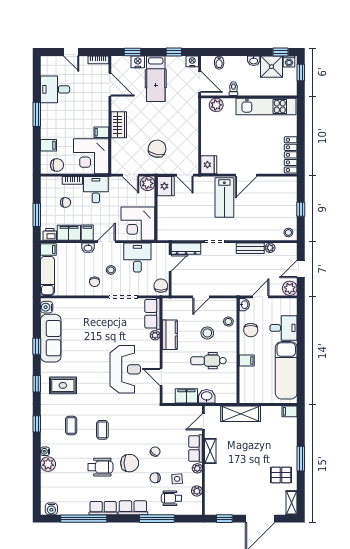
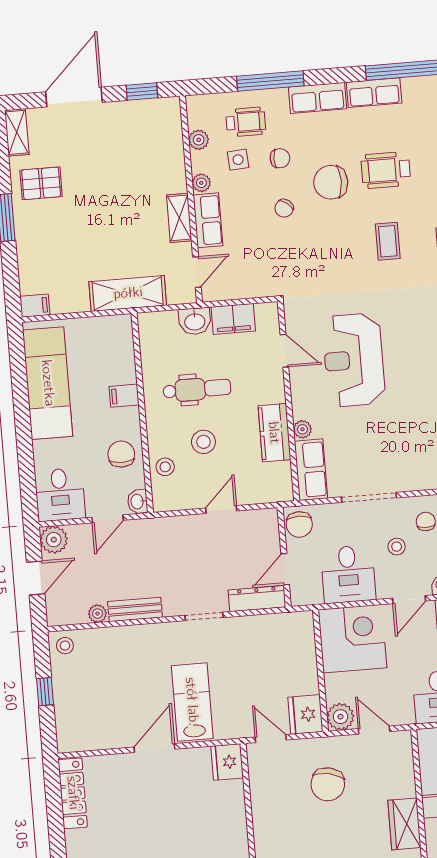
desk: (284, 328) -> (60, 495), moved, turned -90

